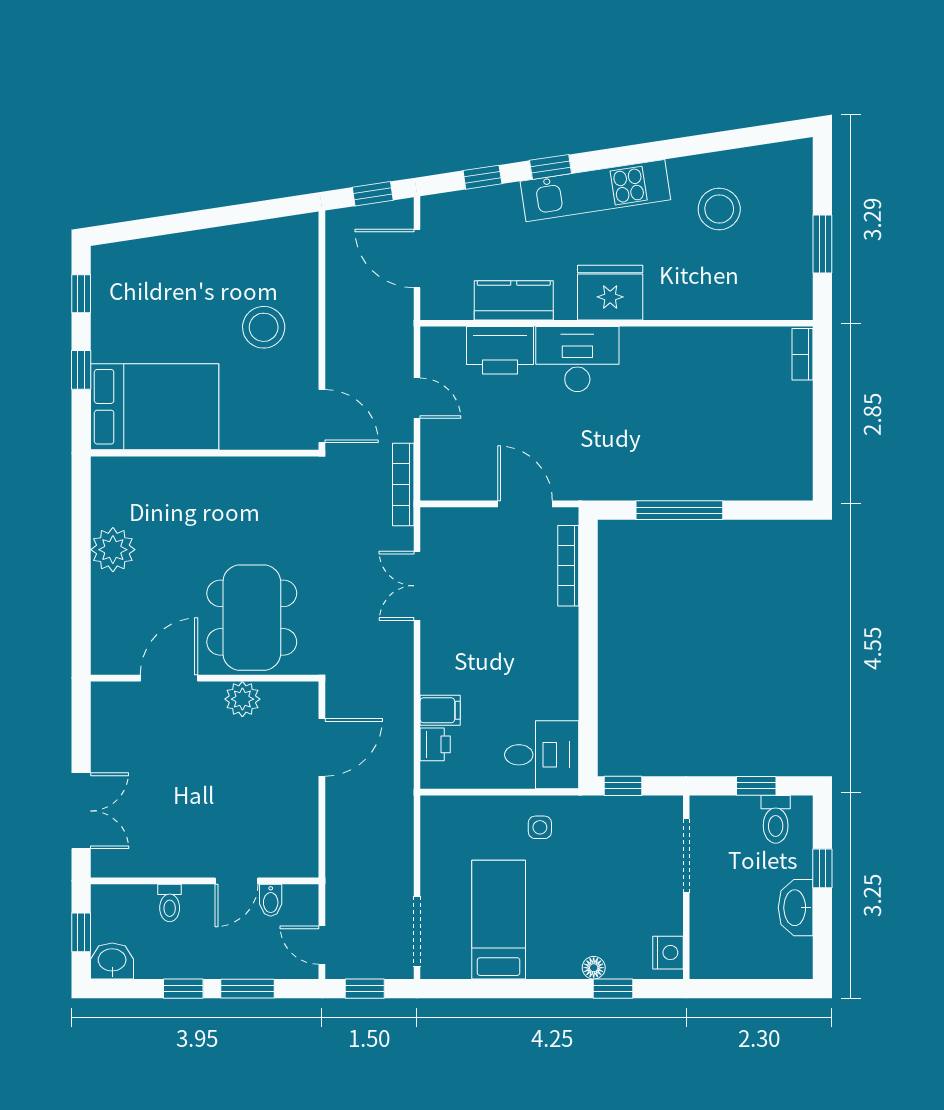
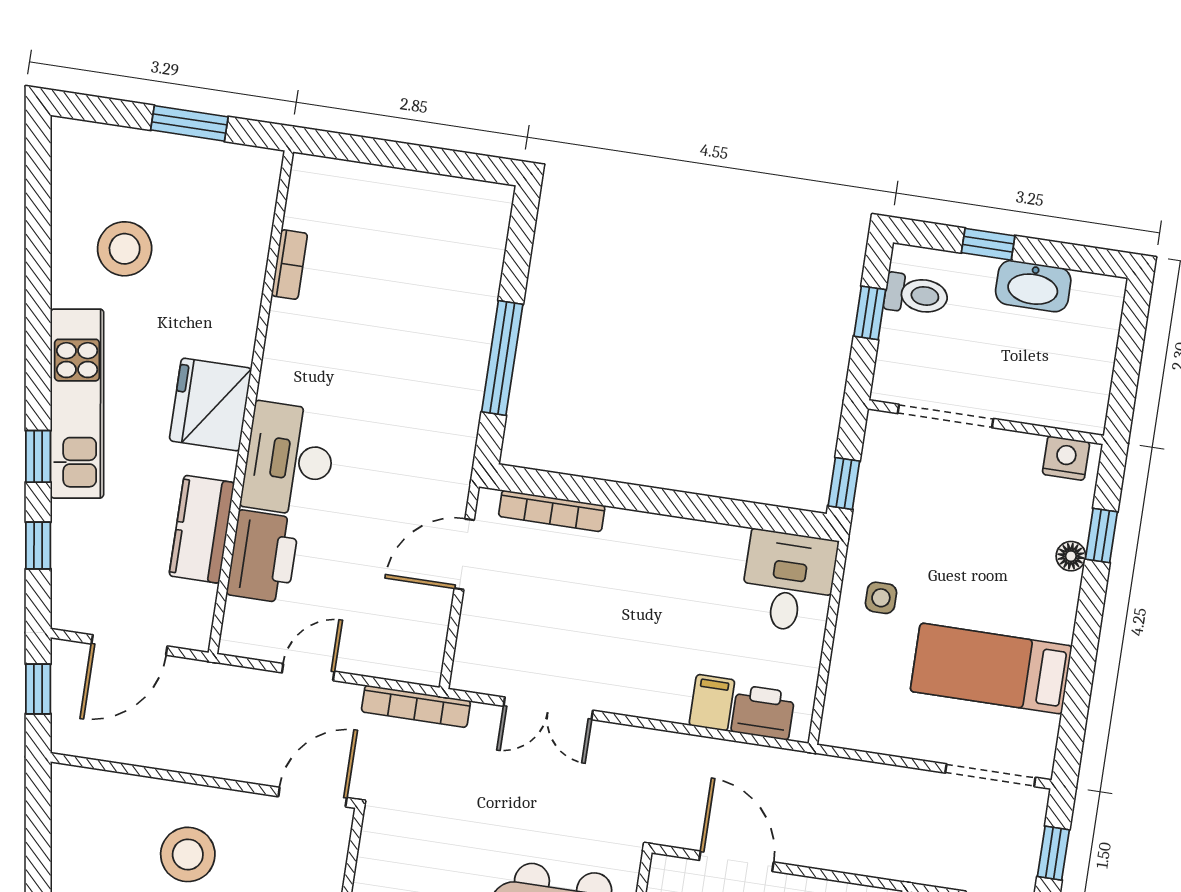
bookcase: (803, 354) -> (289, 265), moved, turned -90
printer: (435, 744) -> (763, 712), width x1.36, depth x1.24

